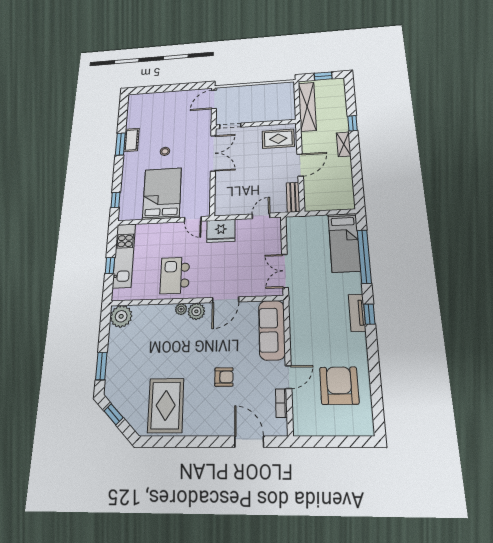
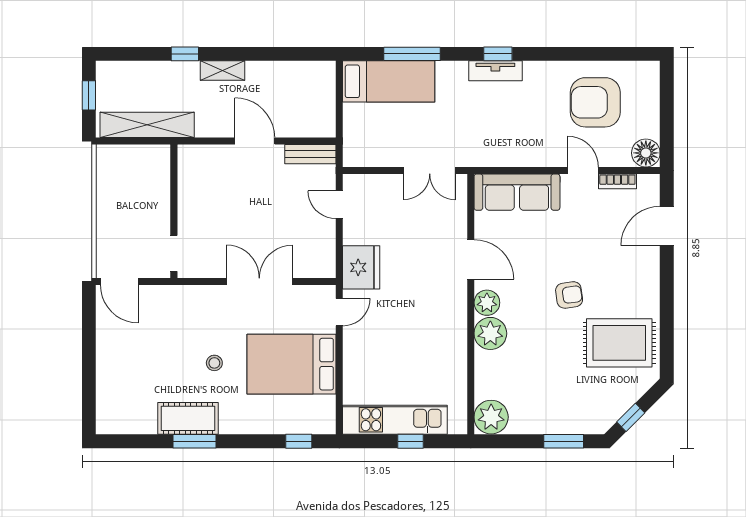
rug: (278, 139) -> (204, 174), removed
cot: (131, 140) -> (188, 418), width x1.37, depth x1.34
double door: (213, 153) -> (259, 282), moved
window: (364, 257) -> (412, 54), width x0.68
kitchen island: (175, 275) -> (430, 337), removed
plant: (181, 309) -> (490, 333), width x1.88, depth x1.88
armchair: (224, 377) -> (569, 295), moved, turned 82
floor lamp: (303, 425) -> (646, 153), added

